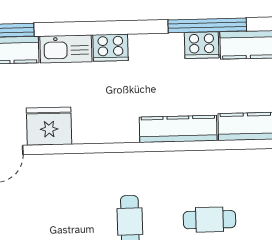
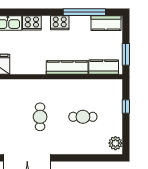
cooker: (202, 45) -> (60, 23), moved

